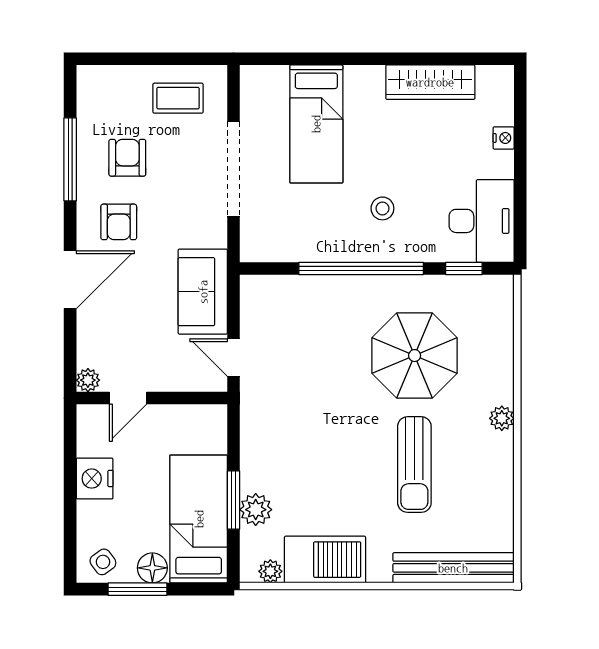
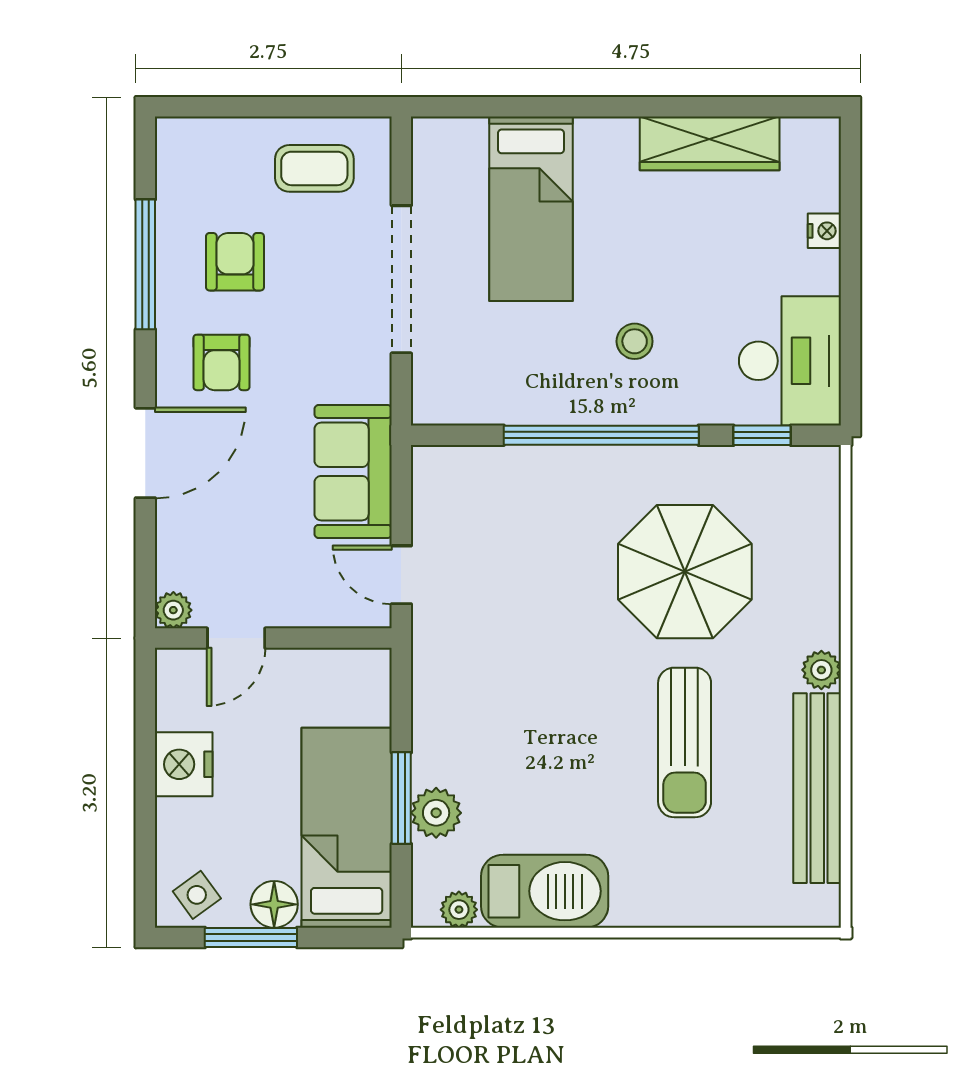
bench: (453, 568) -> (817, 788), moved, turned 90

